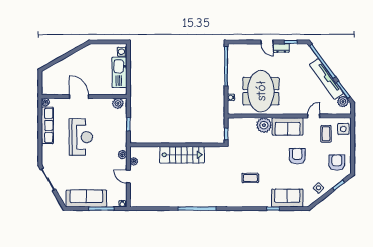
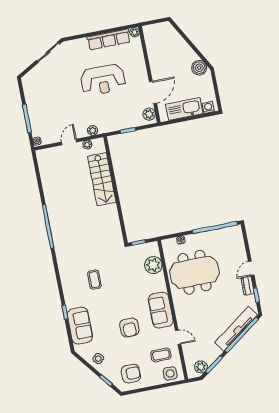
boiler: (87, 53) -> (199, 68), added
tv unit: (326, 79) -> (236, 329), moved
door: (79, 96) -> (153, 92), moved
plant: (264, 125) -> (153, 265), moved
stairs: (182, 155) -> (102, 179), moved
armchair: (297, 156) -> (129, 327), turned 90
sofa: (86, 199) -> (35, 100), removed

